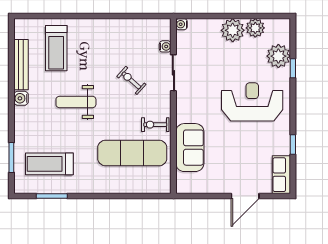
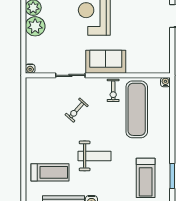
water cooler: (165, 46) -> (165, 82), moved
weight bench: (76, 102) -> (94, 156), turned -90
sofa: (190, 148) -> (106, 62), moved

